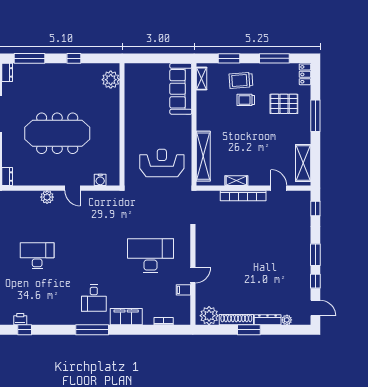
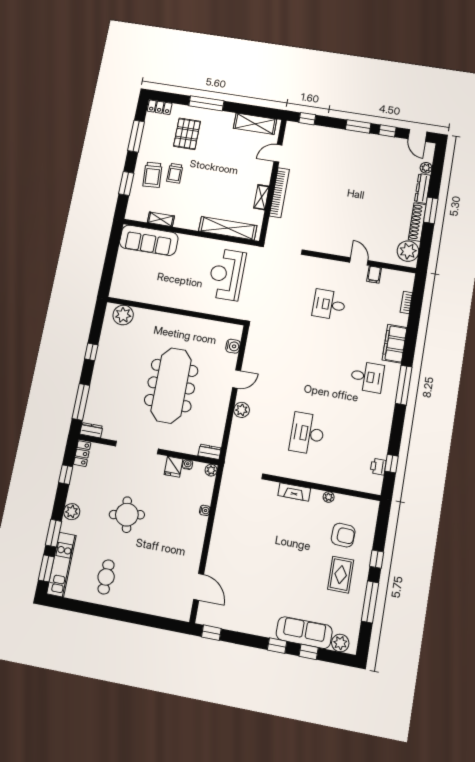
shelving: (202, 79) -> (161, 219), moved
desk: (150, 256) -> (329, 305), width x0.53, depth x0.77
door: (315, 308) -> (417, 135), swing flipped

